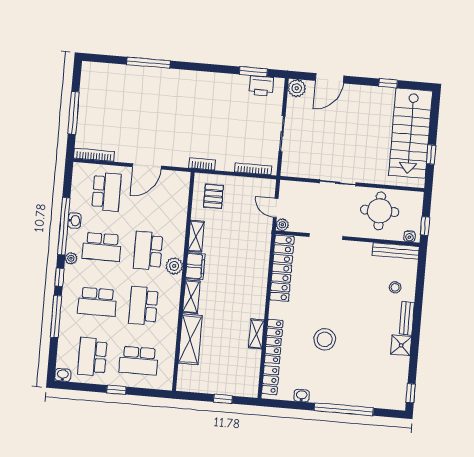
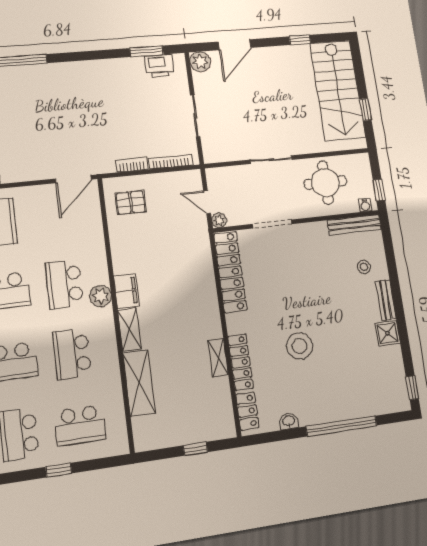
bookcase: (202, 164) -> (132, 165), moved
door: (147, 166) -> (73, 179), moved
pallet: (213, 196) -> (131, 203), turned 90
shelving: (196, 236) -> (120, 254), removed

